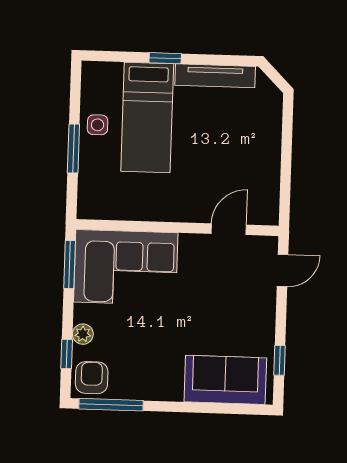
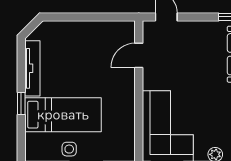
door: (229, 229) -> (139, 55), hinge flipped

